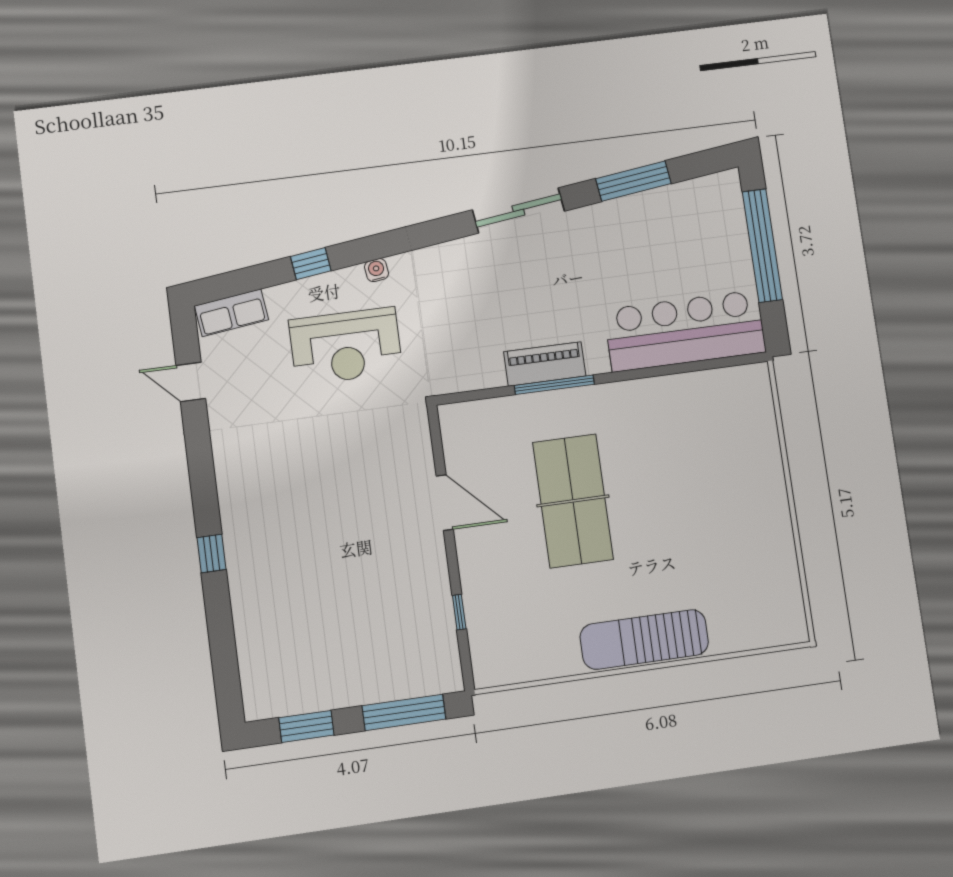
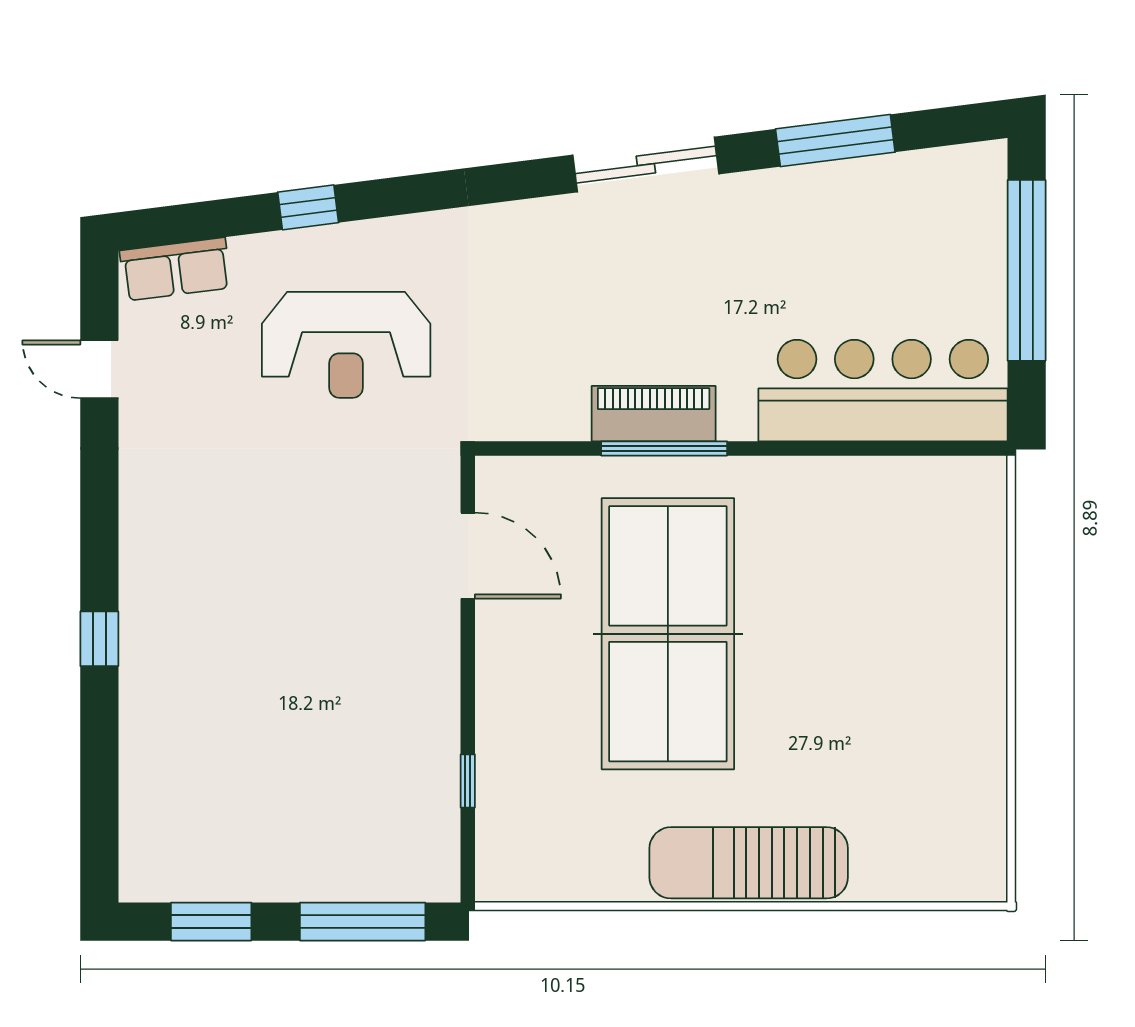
water cooler: (377, 270) -> (410, 231), removed
table tennis table: (573, 501) -> (668, 634), width x1.36, depth x1.32
door: (445, 503) -> (468, 556), moved

